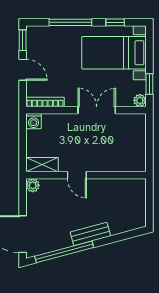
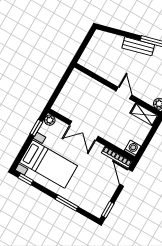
window: (70, 22) -> (67, 203), width x0.69
window: (115, 22) -> (26, 179), moved
door: (23, 70) -> (126, 178), moved

